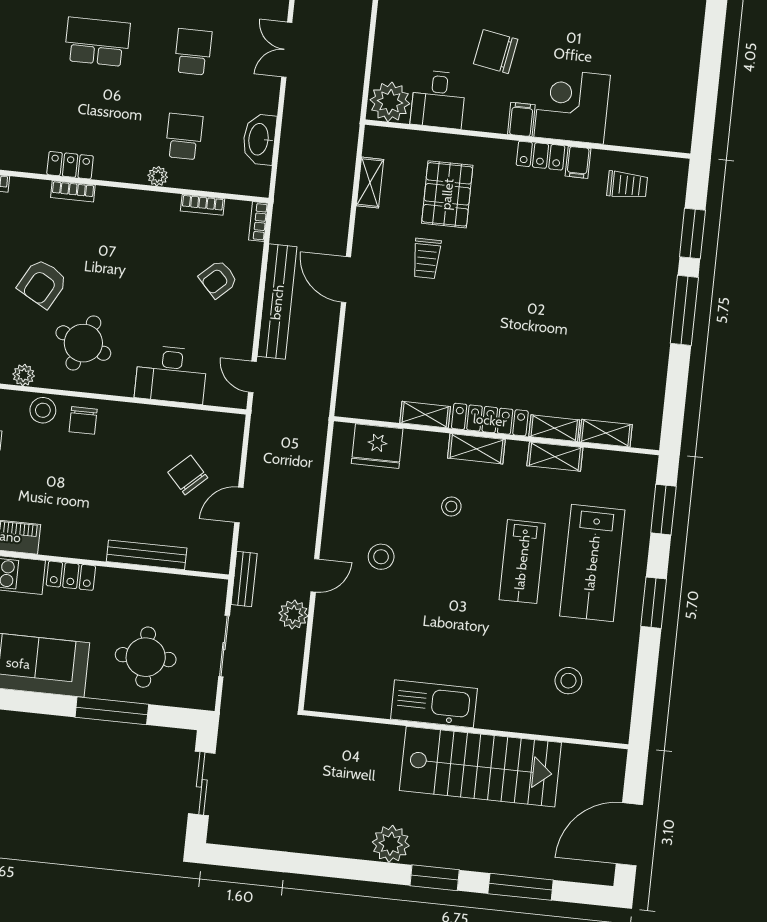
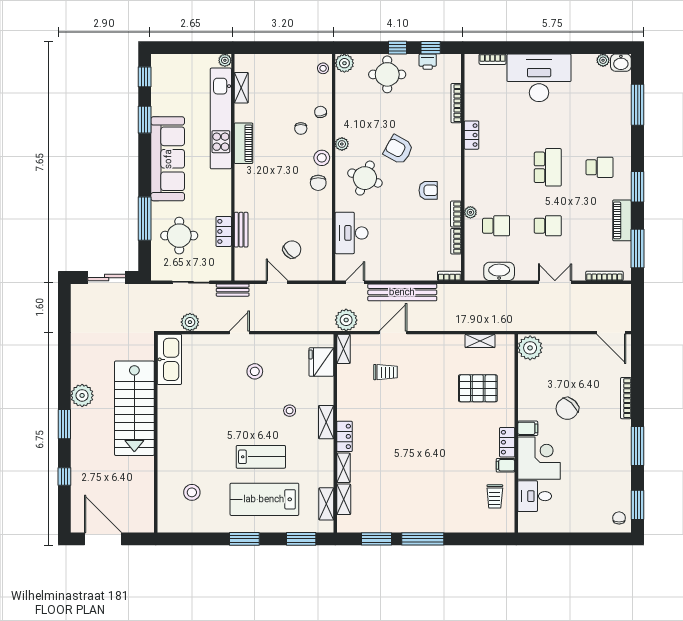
chair: (496, 52) -> (567, 409), turned -146
desk: (438, 99) -> (535, 496), moved
locker: (70, 165) -> (471, 135), moved
bookcase: (73, 191) -> (456, 214), moved
window: (692, 234) -> (377, 539), moved
trolley: (427, 258) -> (386, 372), moved, turned 180
armchair: (218, 279) -> (428, 190), moved, turned 133
door: (346, 280) -> (393, 333), moved
plant: (313, 398) -> (346, 320), added
shelving: (425, 415) -> (343, 349), moved
chair: (83, 420) -> (318, 183), turned -90
locker: (490, 420) -> (345, 436), width x0.66
shelving: (555, 457) -> (326, 504), moved
bench: (147, 555) -> (241, 230), width x0.73
lab bench: (522, 562) -> (261, 457), turned 180
door: (315, 575) -> (239, 333), swing flipped
locker: (71, 576) -> (224, 231), moved
plant: (293, 614) -> (190, 322), moved
kitchen sink: (434, 704) -> (169, 359), moved
stairs: (480, 767) -> (134, 408), moved
window: (521, 887) -> (64, 477), width x0.46

